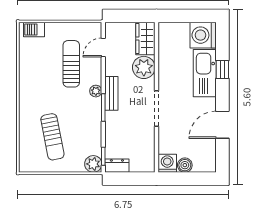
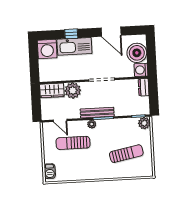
bench: (111, 93) -> (97, 113), width x1.36
boiler: (185, 165) -> (137, 53), width x1.86, depth x1.86
dresser: (117, 166) -> (144, 87), moved

